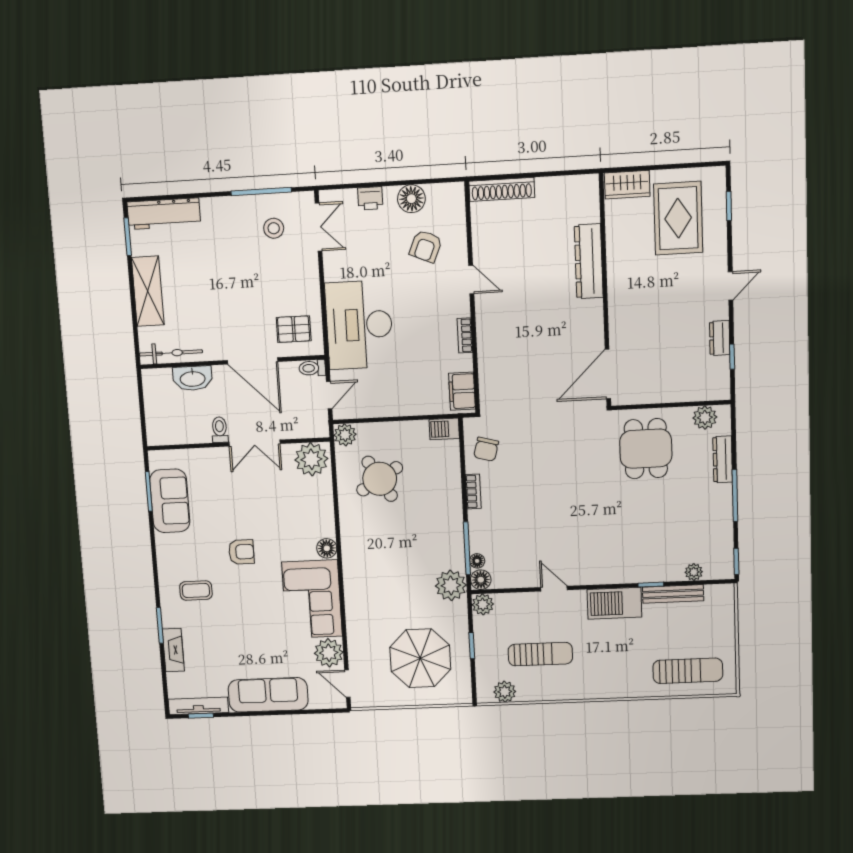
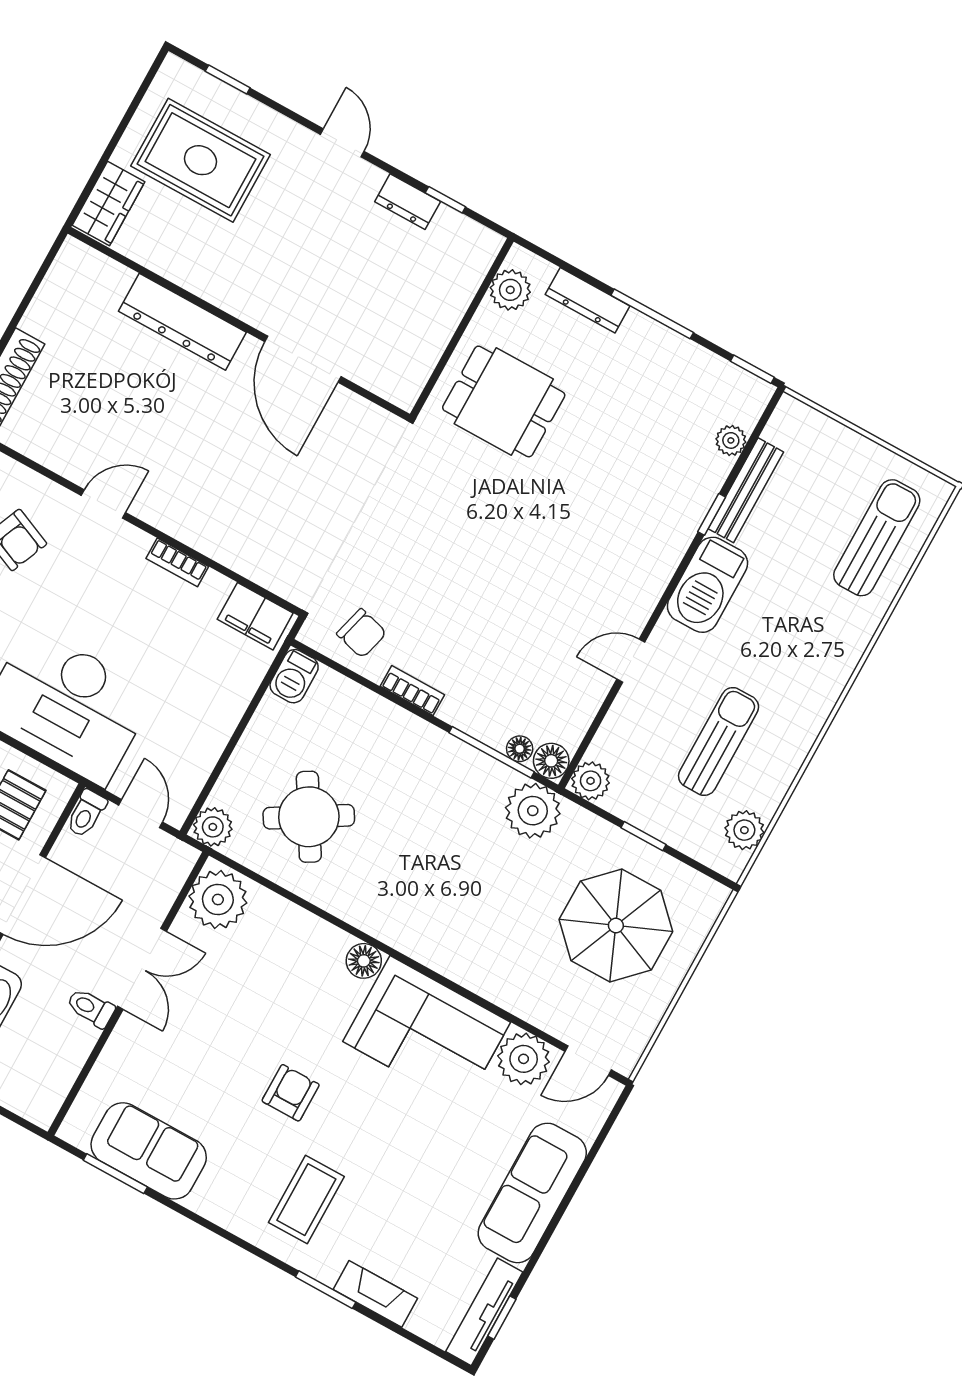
door: (608, 374) -> (303, 359), moved
coffee table: (196, 591) -> (306, 1200), width x1.36, depth x1.30

